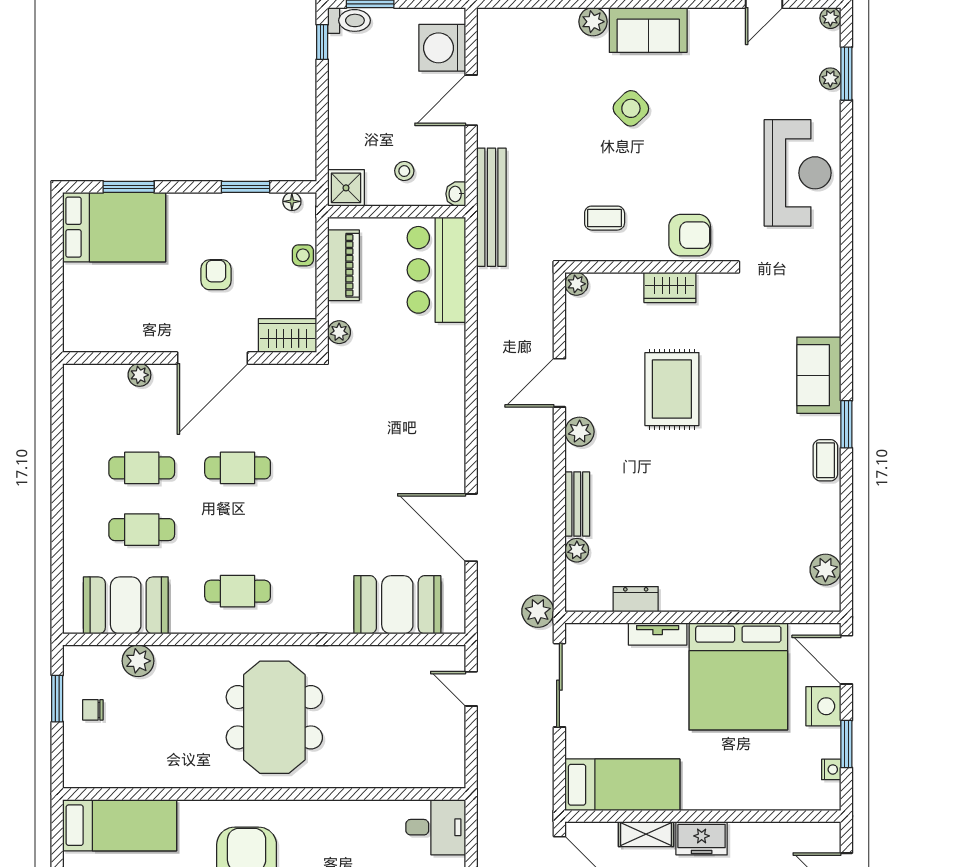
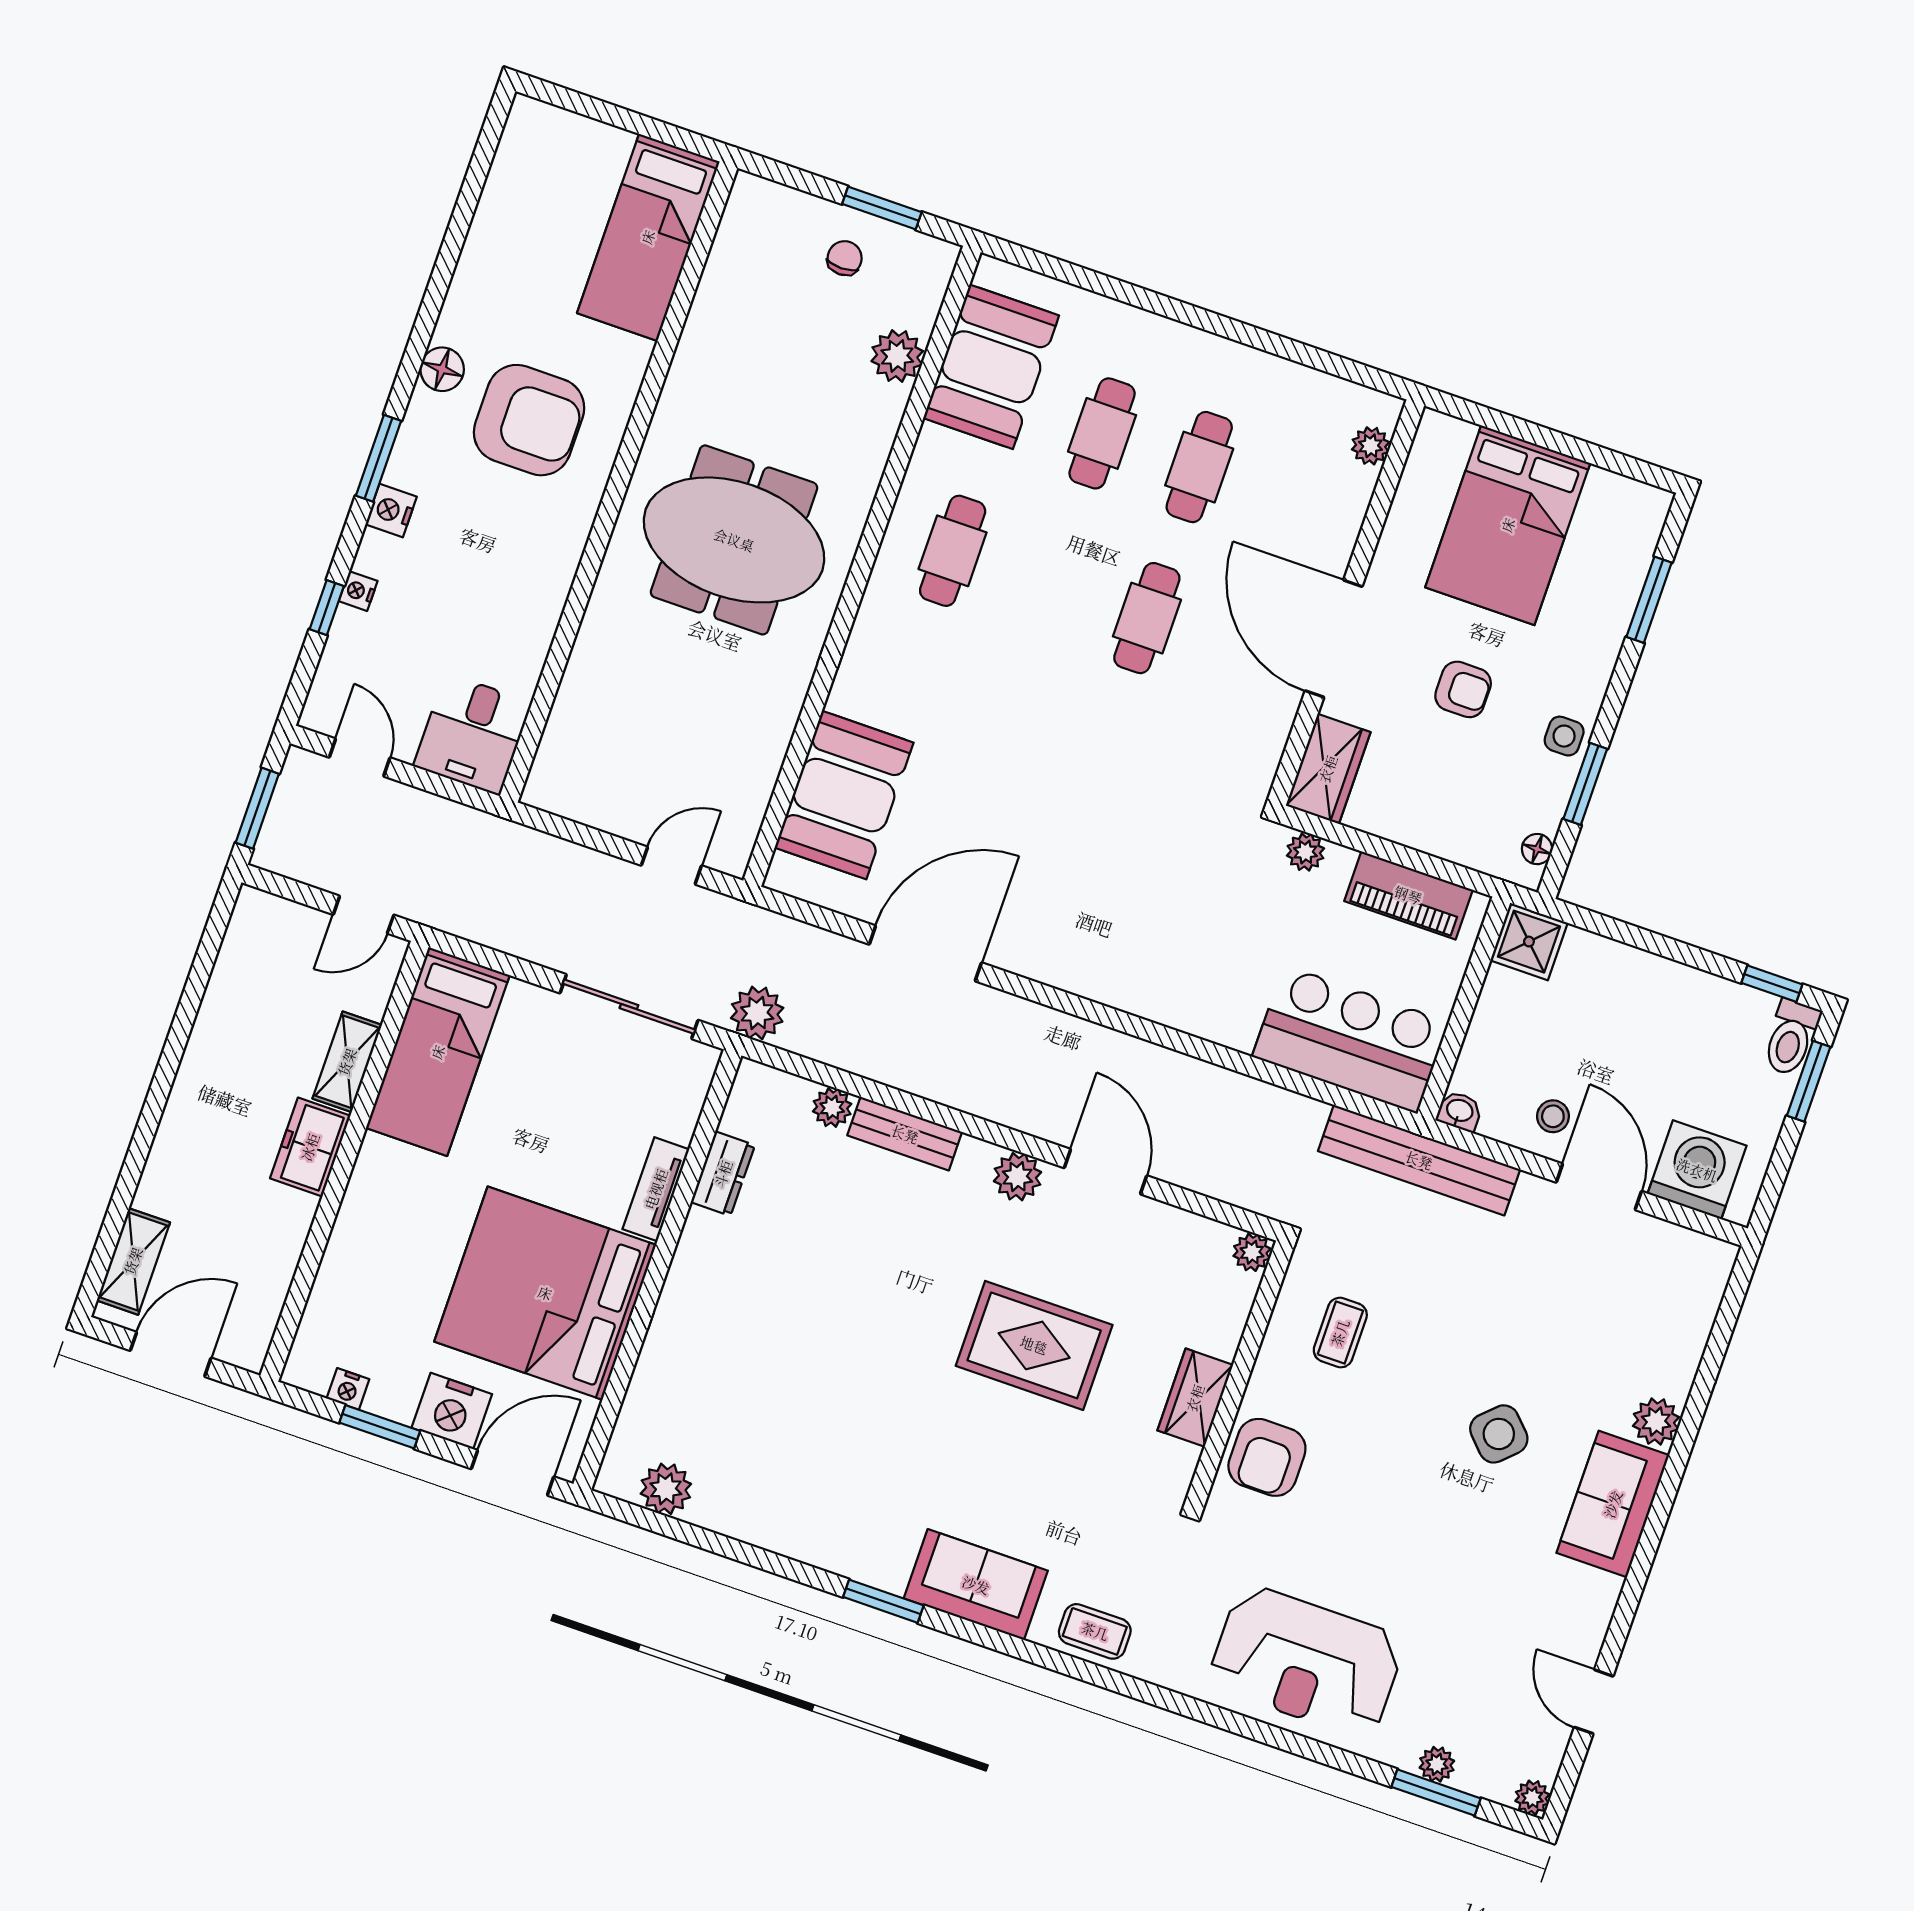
stool: (404, 171) -> (1553, 1116), moved
bed: (114, 227) -> (1508, 525), moved
side table: (303, 255) -> (1564, 736), moved
plant: (139, 375) -> (1371, 446), moved
coffee table: (825, 460) -> (1095, 1631), moved

